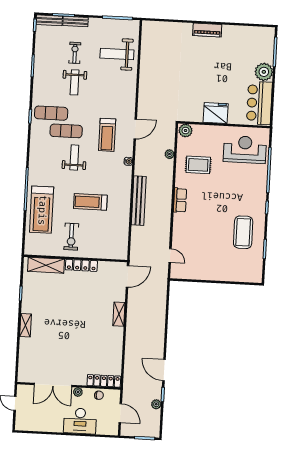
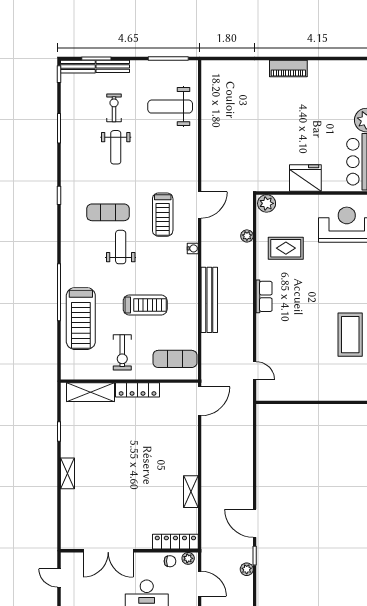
exercise mat: (51, 113) -> (175, 359), moved
treadmill: (90, 202) -> (145, 305), turned 180
shelving: (119, 314) -> (191, 492), moved
plant: (78, 392) -> (188, 558), moved

